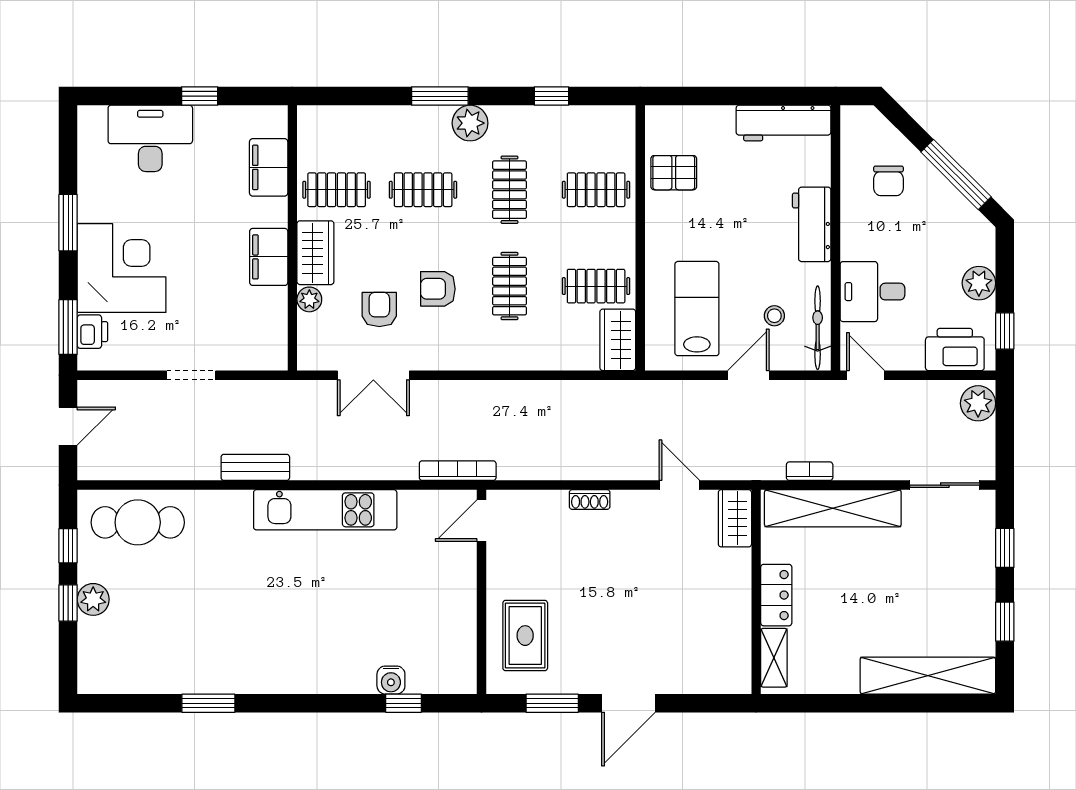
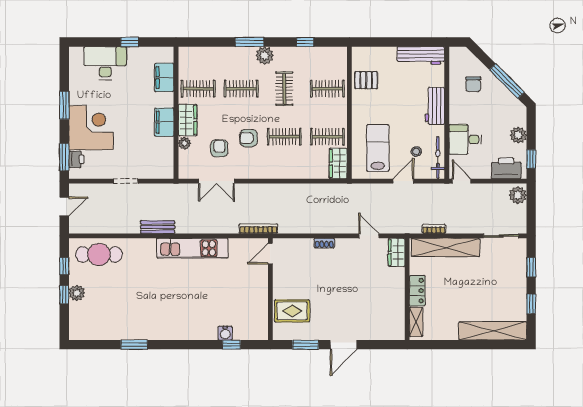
clothes rail: (510, 286) -> (284, 137), turned 90
rug: (525, 636) -> (292, 311), turned 90

